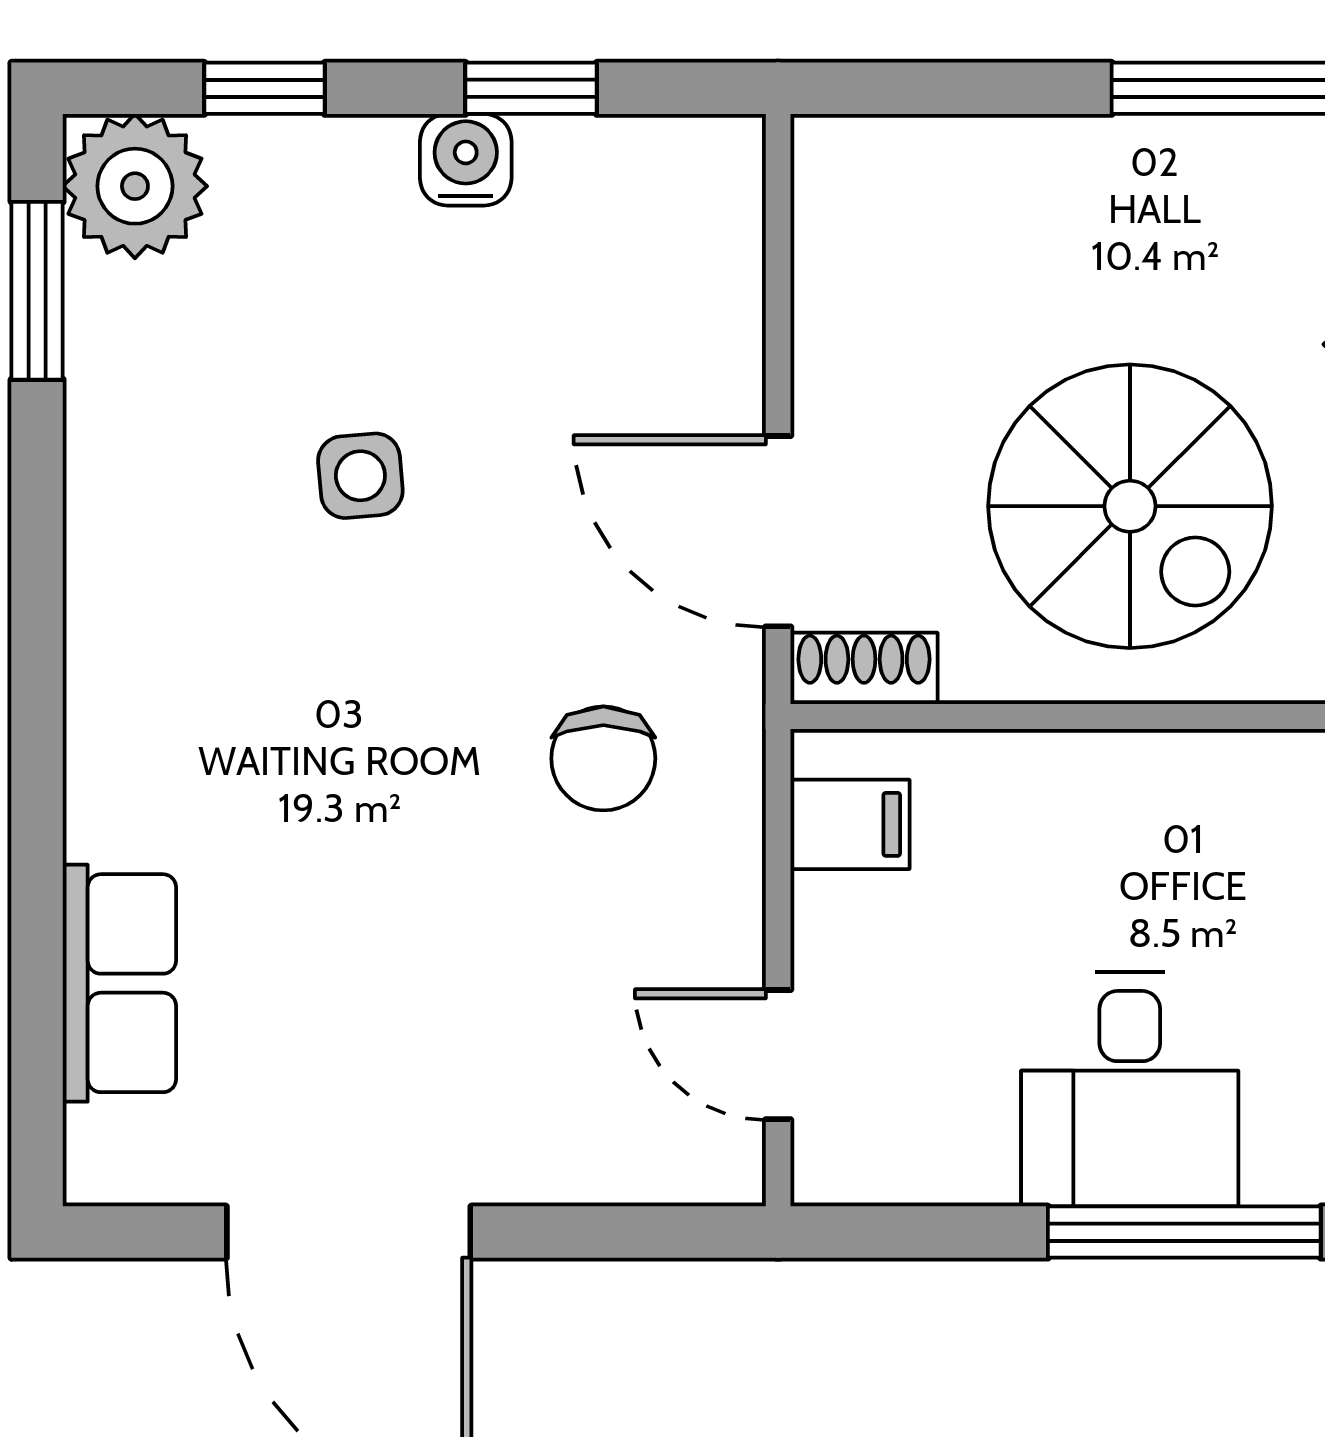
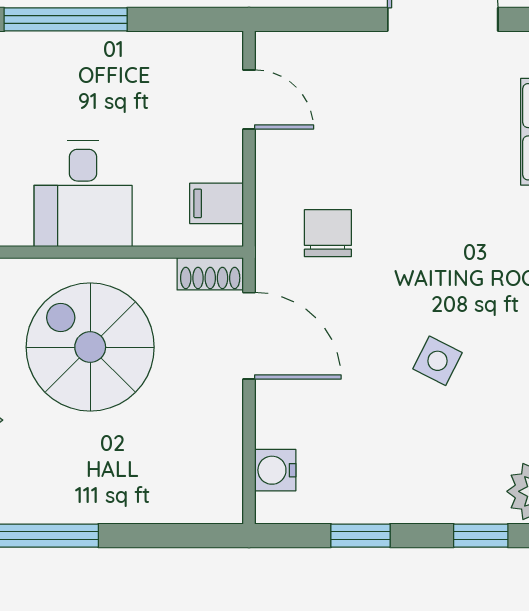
water cooler: (466, 160) -> (275, 470), moved, turned 90
side table: (360, 476) -> (438, 361), turned 32
desk: (1130, 1089) -> (83, 194), moved, turned 180

